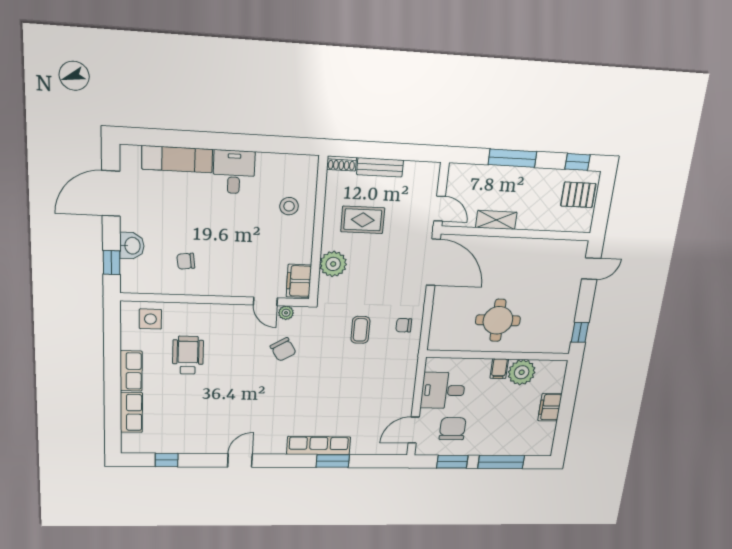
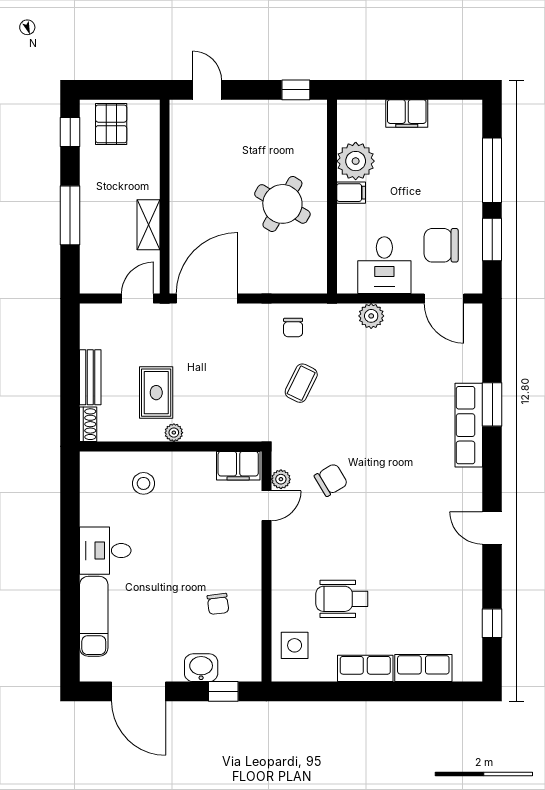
plant: (333, 264) -> (174, 433), moved, width x0.53, depth x0.53
round table: (498, 320) -> (282, 204), turned 30
coffee table: (360, 330) -> (301, 383), turned -64
plant: (406, 381) -> (371, 316), added

